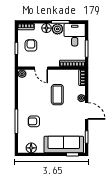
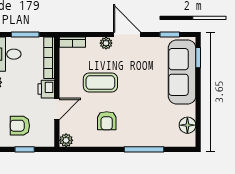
printer: (53, 62) -> (46, 89), added
door: (87, 111) -> (127, 35), hinge flipped
armchair: (34, 121) -> (107, 121), moved

